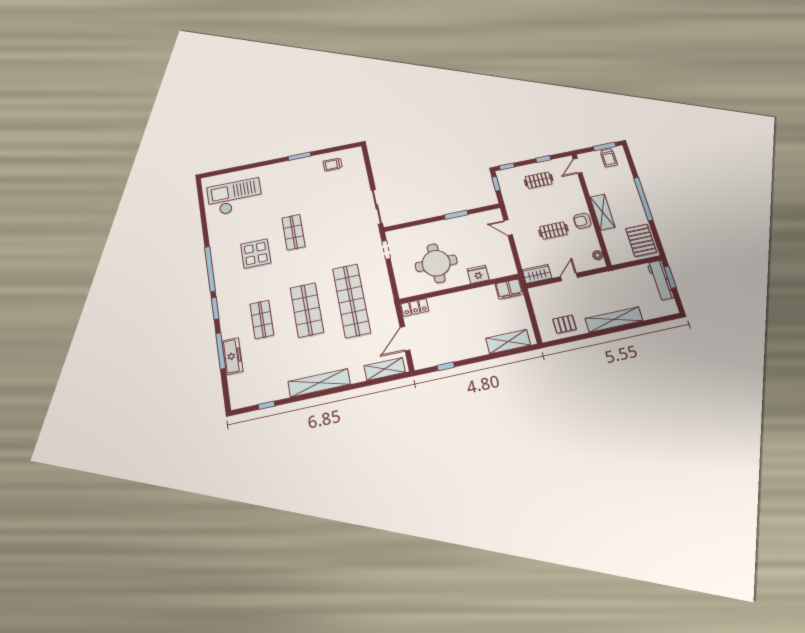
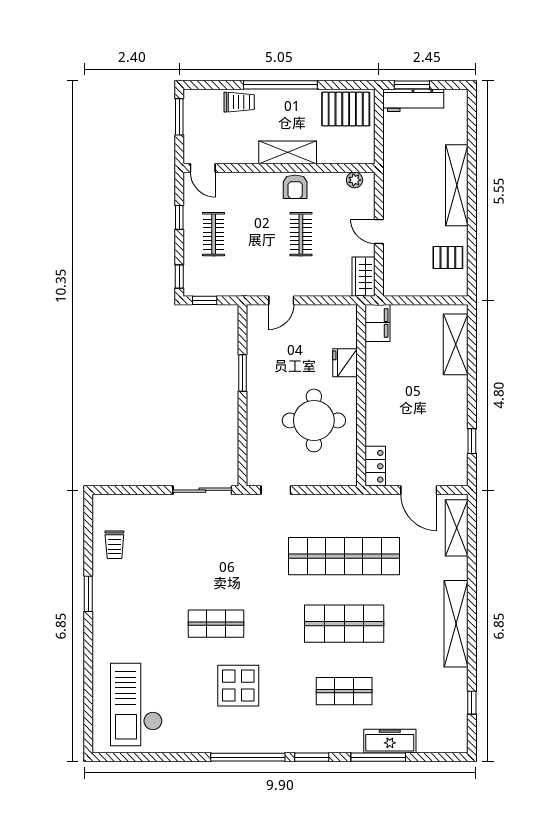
trolley: (609, 158) -> (239, 102), moved
pallet: (564, 324) -> (448, 257), turned 90

